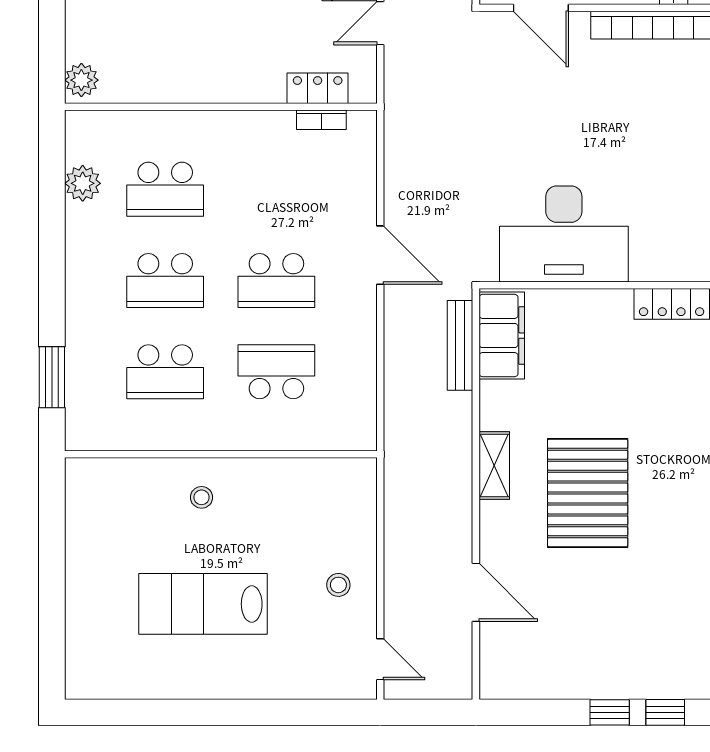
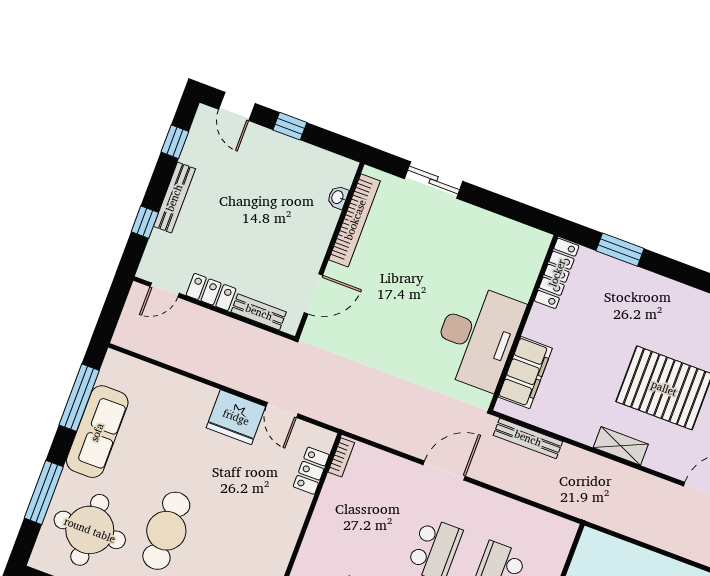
bookcase: (321, 120) -> (341, 457), moved
filing cabinet: (502, 336) -> (525, 373), moved, turned 90

